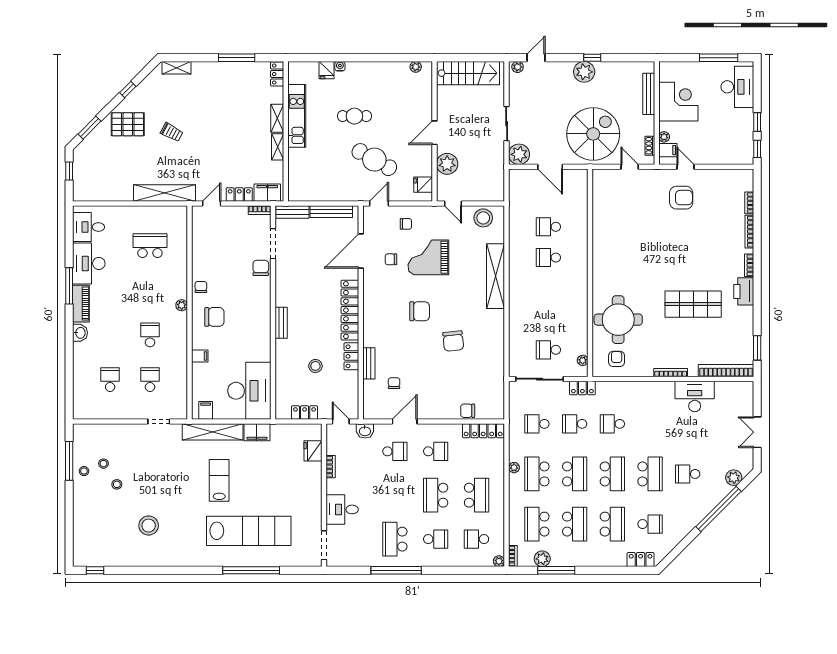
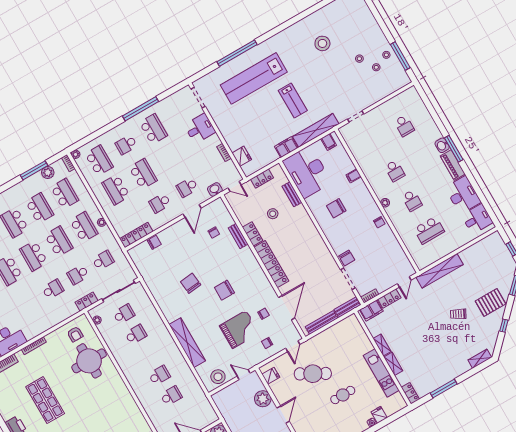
window: (69, 286) -> (454, 149), moved
shop shelf: (693, 304) -> (45, 400), turned 90
chair: (214, 317) -> (336, 208), moved
school desk: (548, 319) -> (136, 334), added
bench: (281, 323) -> (292, 194), moved
school desk: (150, 380) -> (412, 201), moved
school desk: (575, 424) -> (78, 275), turned 180
school desk: (575, 474) -> (59, 241), turned 180
school desk: (575, 524) -> (40, 208), turned 180
school desk: (477, 539) -> (99, 160), width x1.85

